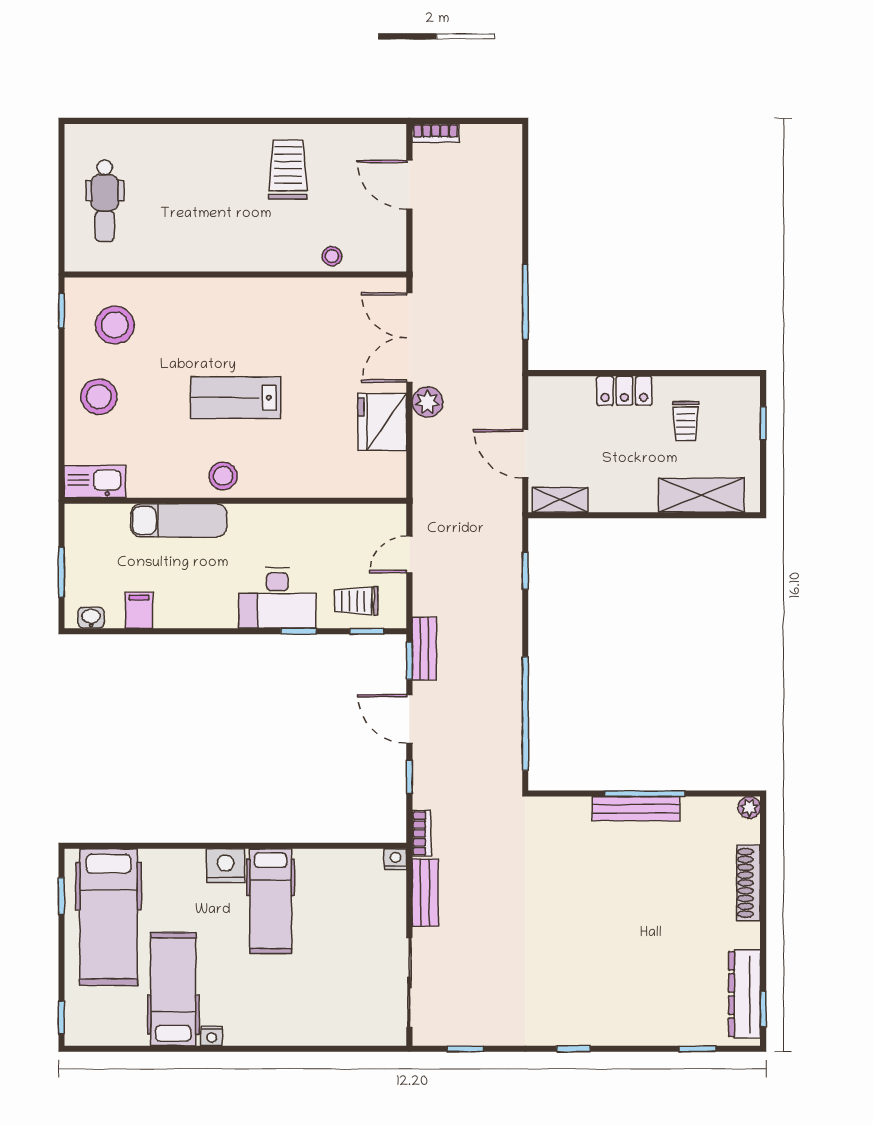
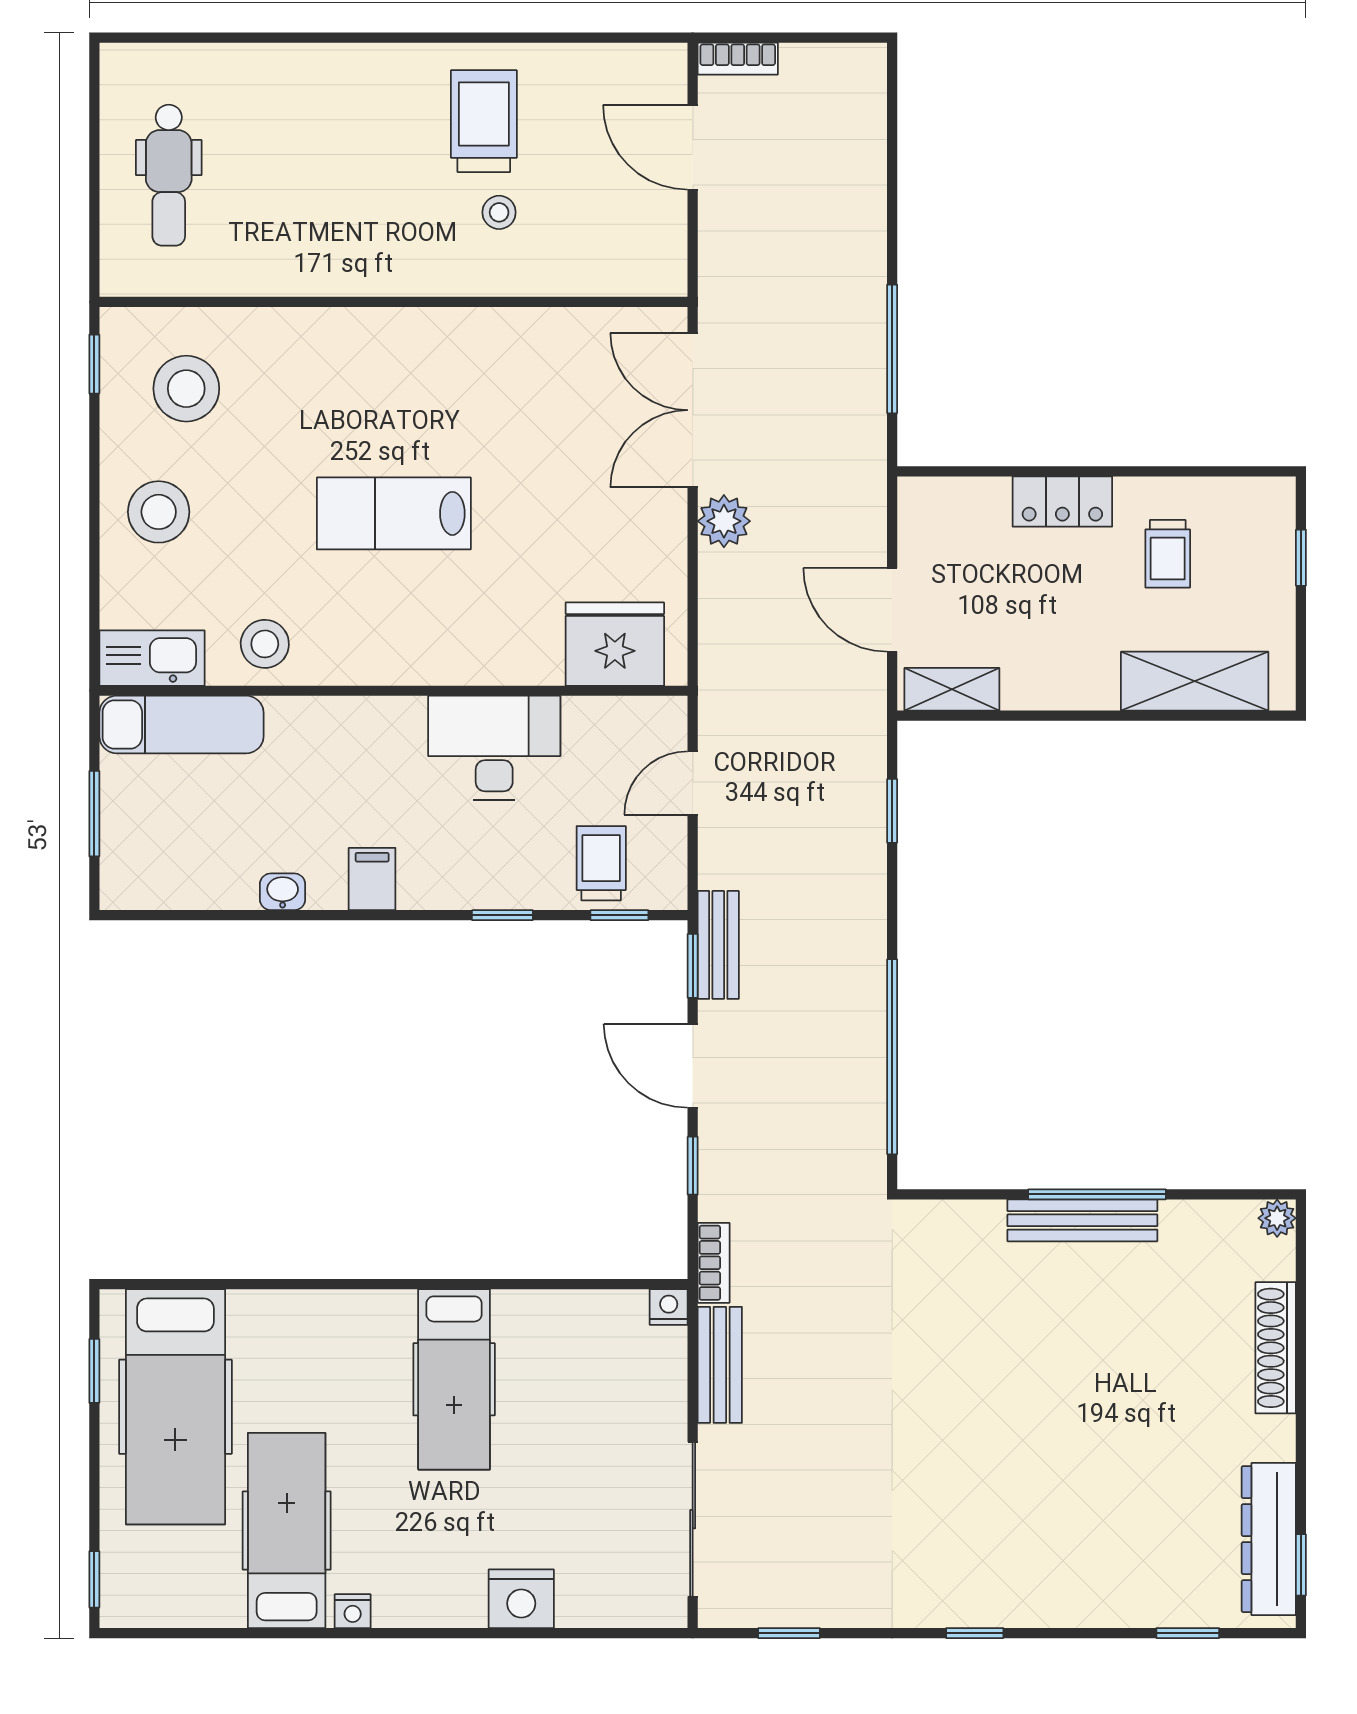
stool: (332, 256) -> (499, 212), moved
fridge: (382, 422) -> (615, 644), moved, turned 90
stool: (223, 476) -> (265, 644), moved
exam couch: (179, 520) -> (181, 725), moved
desk: (277, 598) -> (494, 748), moved, turned 180
trolley: (356, 601) -> (601, 863), turned 90
filing cabinet: (139, 610) -> (372, 879), moved
washbasin: (91, 618) -> (283, 892), moved
nightstand: (226, 866) -> (521, 1599), moved, turned 180

